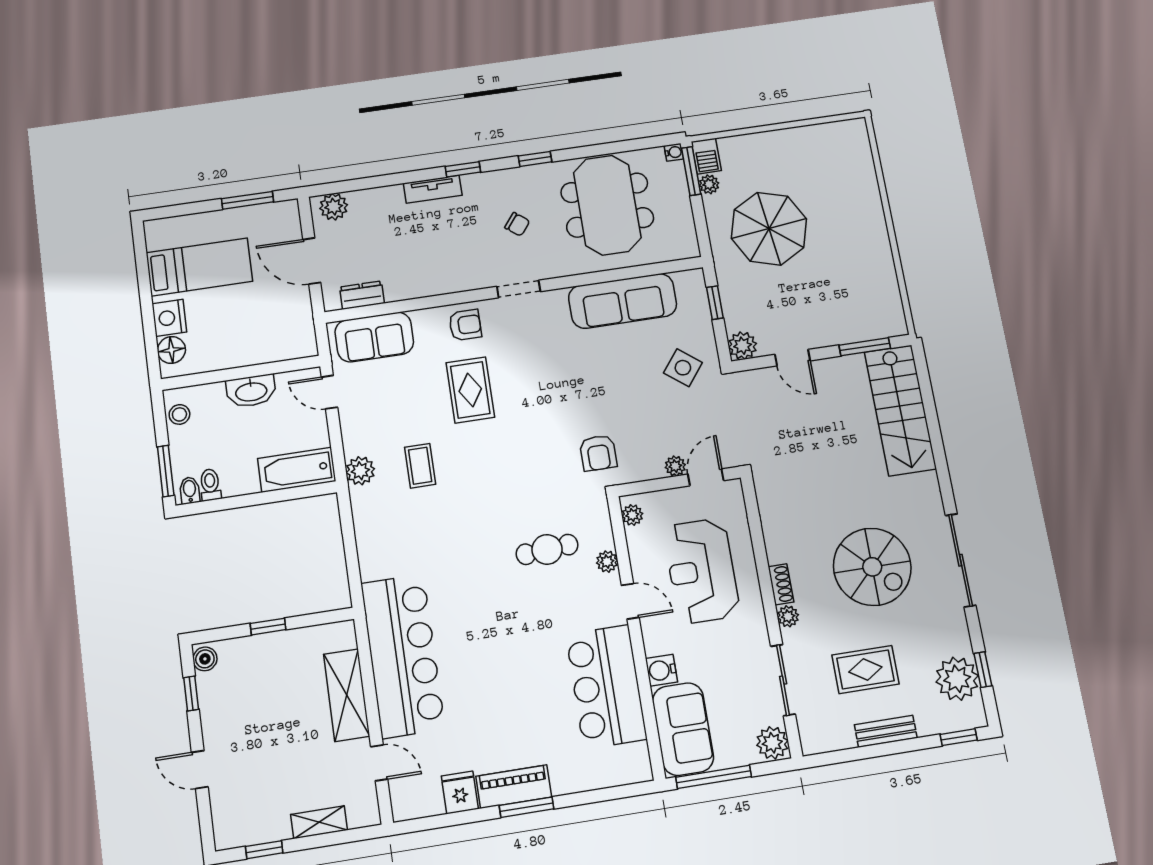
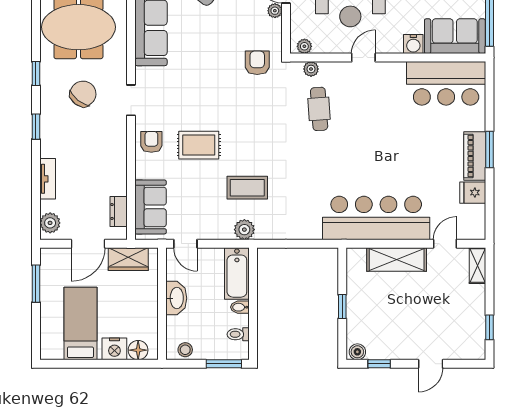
tv unit: (433, 189) -> (48, 179), moved
chair: (517, 224) -> (83, 94), width x1.87, depth x1.87
wardrobe: (297, 318) -> (128, 259), added
door: (329, 392) -> (185, 244), hinge flipped
armchair: (598, 453) -> (257, 63), turned -90
coffee table: (420, 466) -> (247, 188), width x1.36, depth x1.30
bidet: (190, 490) -> (240, 307), moved
plant: (607, 562) -> (311, 69), moved
bar counter: (606, 687) -> (446, 83), moved
shelving: (319, 822) -> (477, 266), moved

